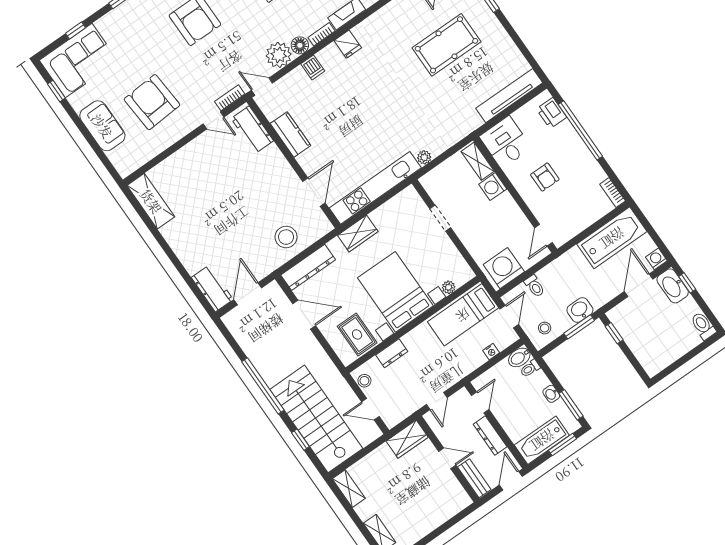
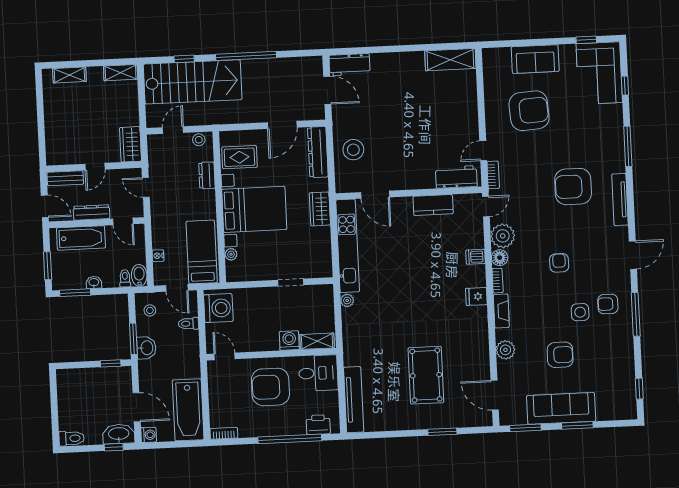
armchair: (545, 177) -> (270, 387), width x1.88, depth x1.88
bathtub: (542, 440) -> (81, 238), moved, turned 90

